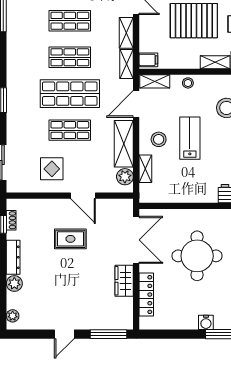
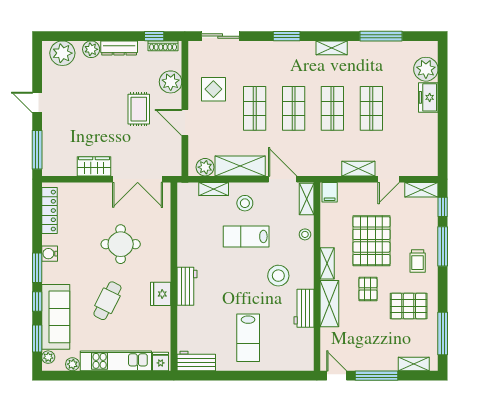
shelving: (127, 64) -> (332, 48), moved
shop shelf: (70, 94) -> (294, 108), width x0.70, depth x0.74
lab bench: (190, 138) -> (246, 236), turned 180
door: (83, 196) -> (185, 122), hinge flipped
plant: (45, 209) -> (171, 82), added
shoe rack: (11, 220) -> (163, 46), width x1.43
round table: (197, 256) -> (121, 244), width x0.73, depth x0.73
locker: (146, 295) -> (49, 211), moved, turned -90
plant: (13, 316) -> (62, 53), width x1.87, depth x1.87

